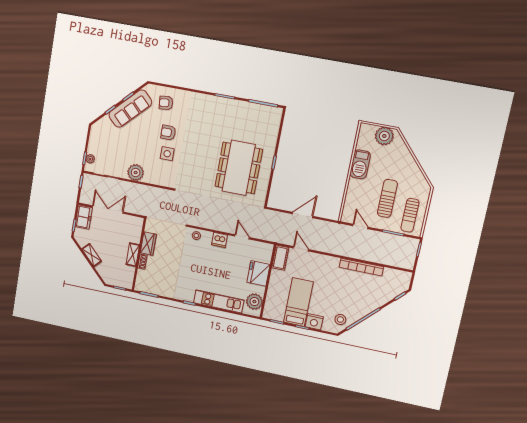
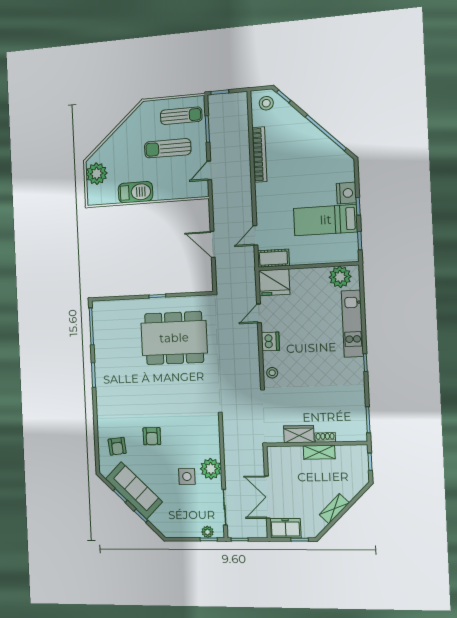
side table: (167, 154) -> (187, 477), moved
fridge: (258, 273) -> (274, 282), moved
stool: (340, 320) -> (266, 103), moved

